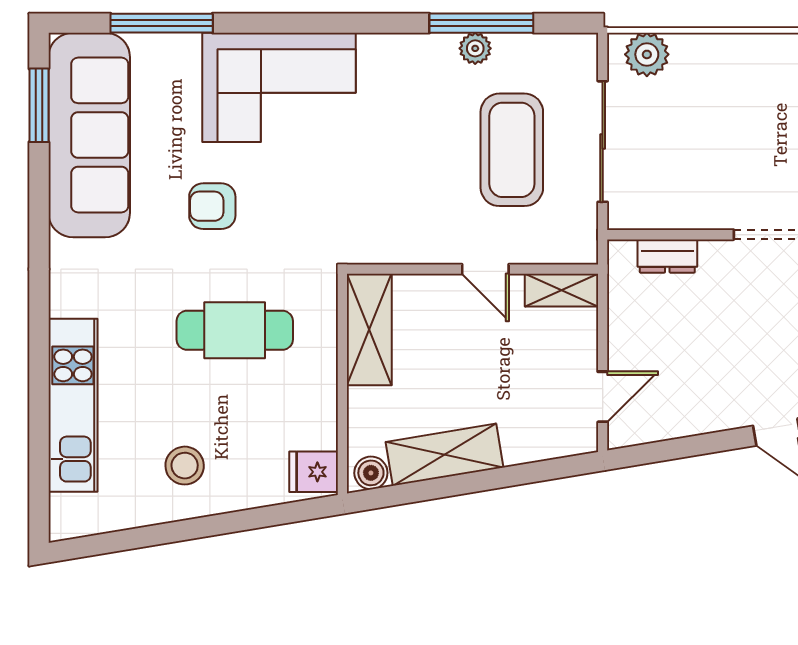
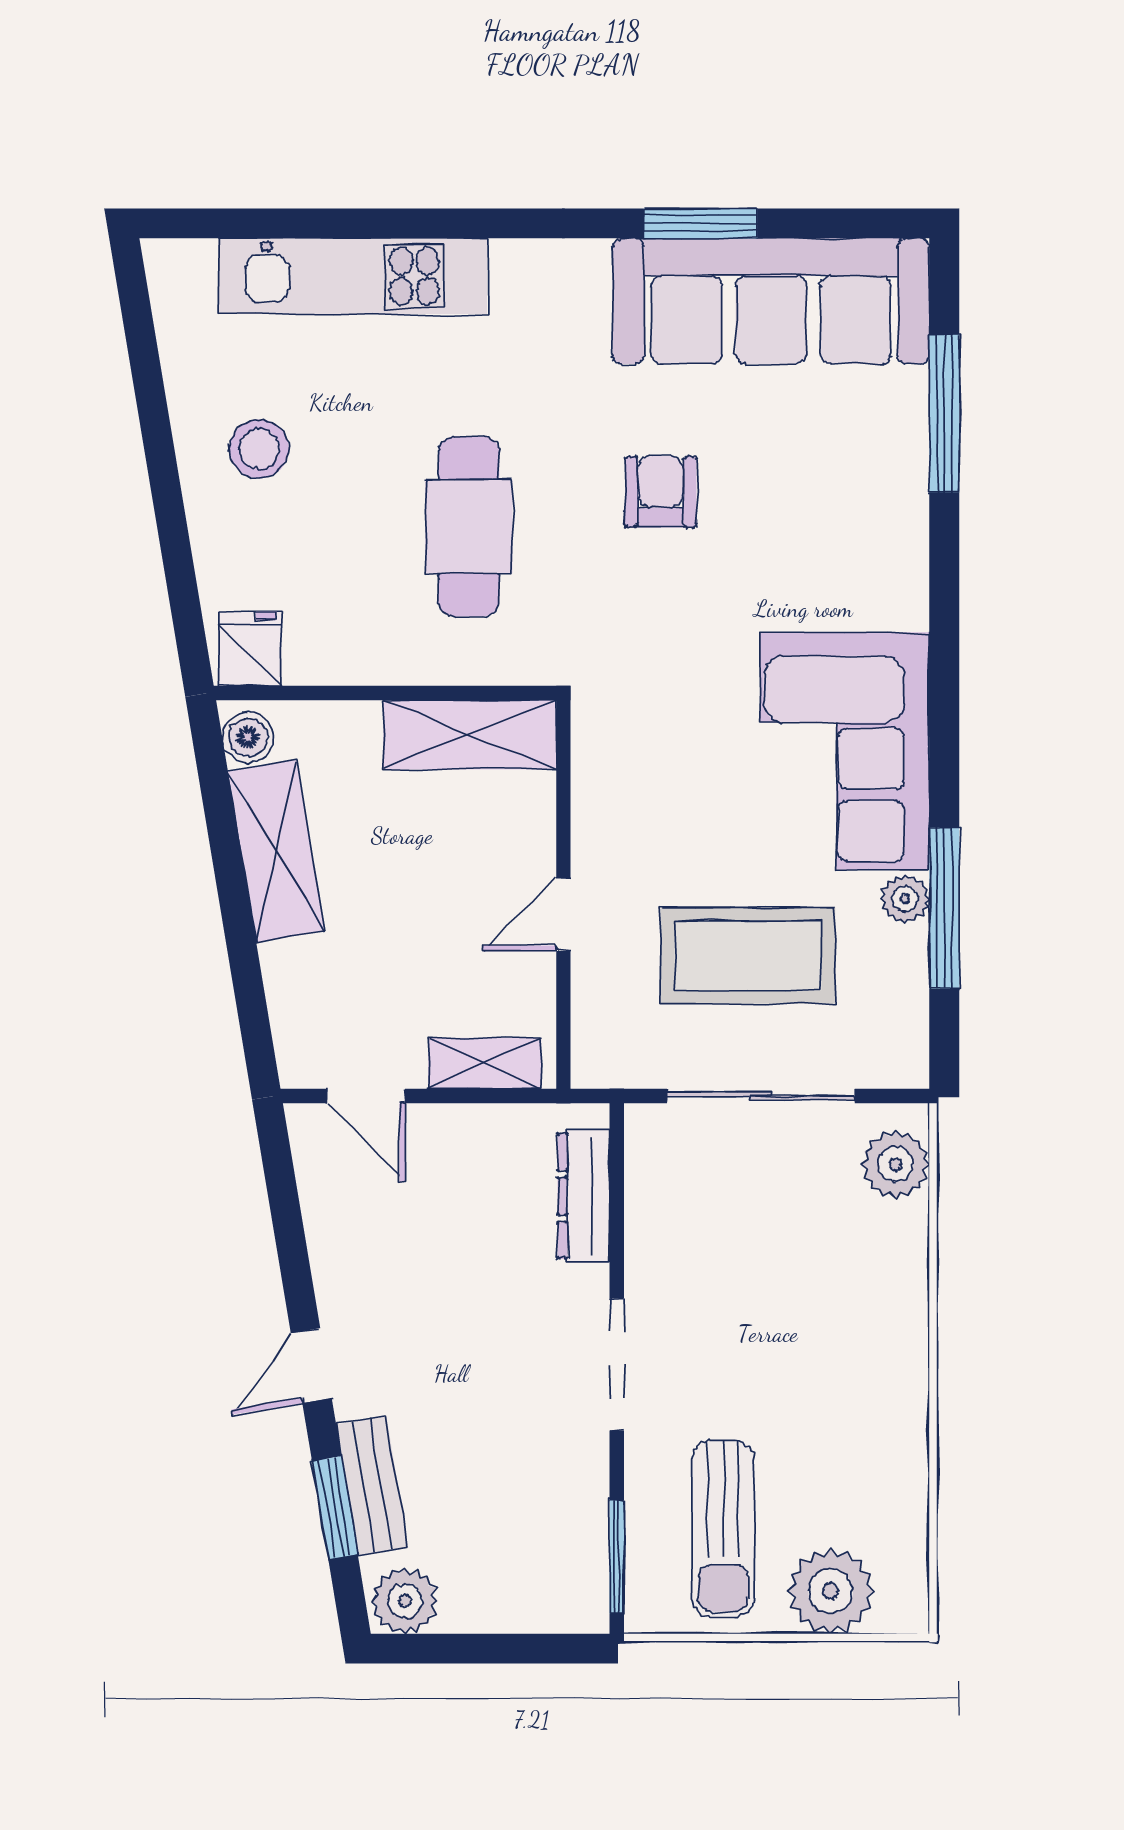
corner sofa: (279, 87) -> (845, 751), moved
window: (39, 105) -> (700, 223), moved
dresser: (667, 256) -> (584, 1196), width x1.44
shelving: (561, 290) -> (485, 1063), moved, turned 90

